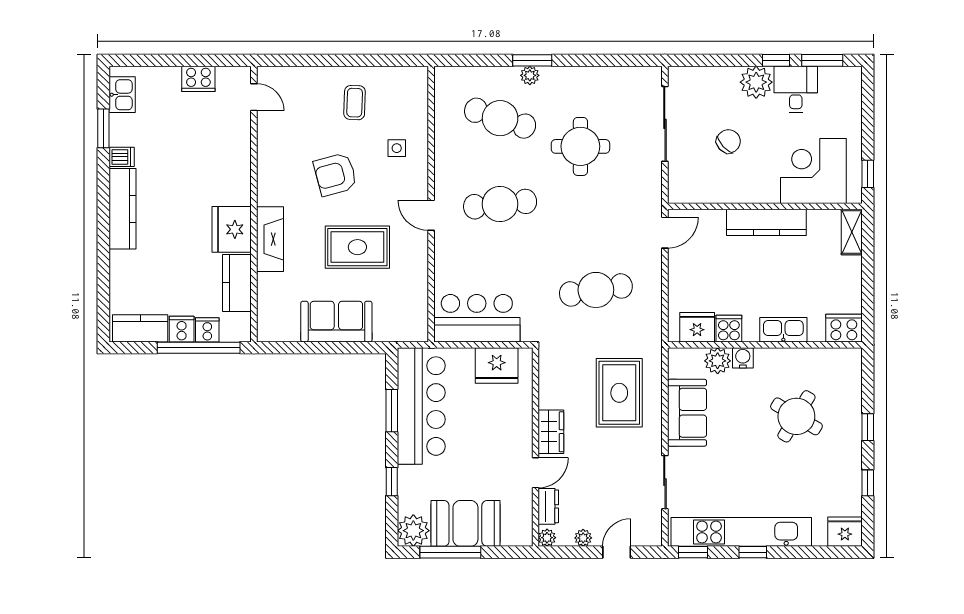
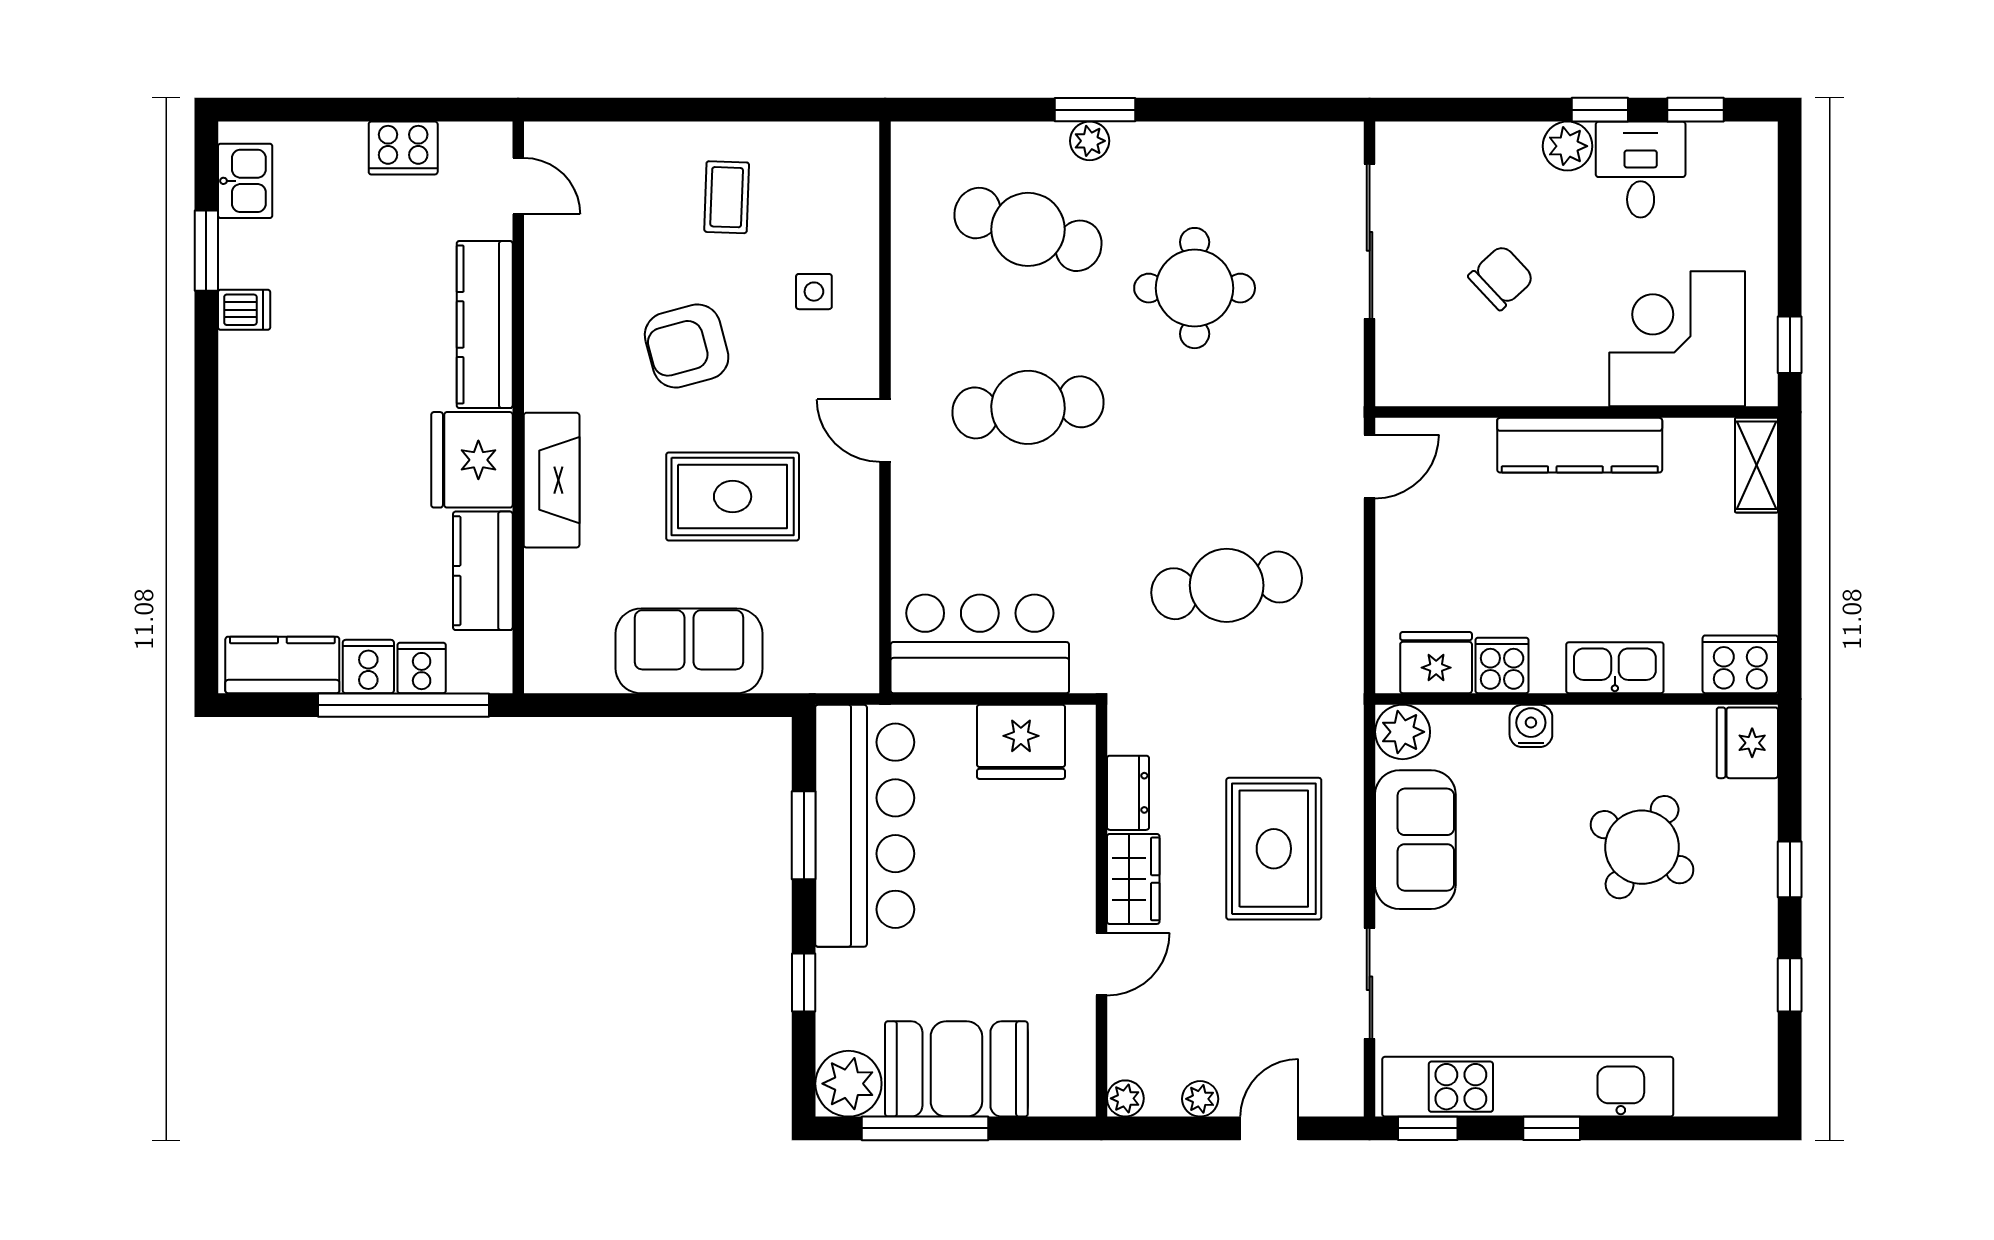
window: (822, 60) -> (1695, 110), width x0.67
plant: (756, 82) -> (1568, 146), width x0.73, depth x0.73
kitchen counter: (123, 209) -> (485, 325), moved, turned 180
plant: (718, 361) -> (1403, 732), moved
rug: (619, 393) -> (1274, 849), moved
dresser: (548, 506) -> (1128, 793), moved
fridge: (845, 532) -> (1747, 743), moved, turned -90

